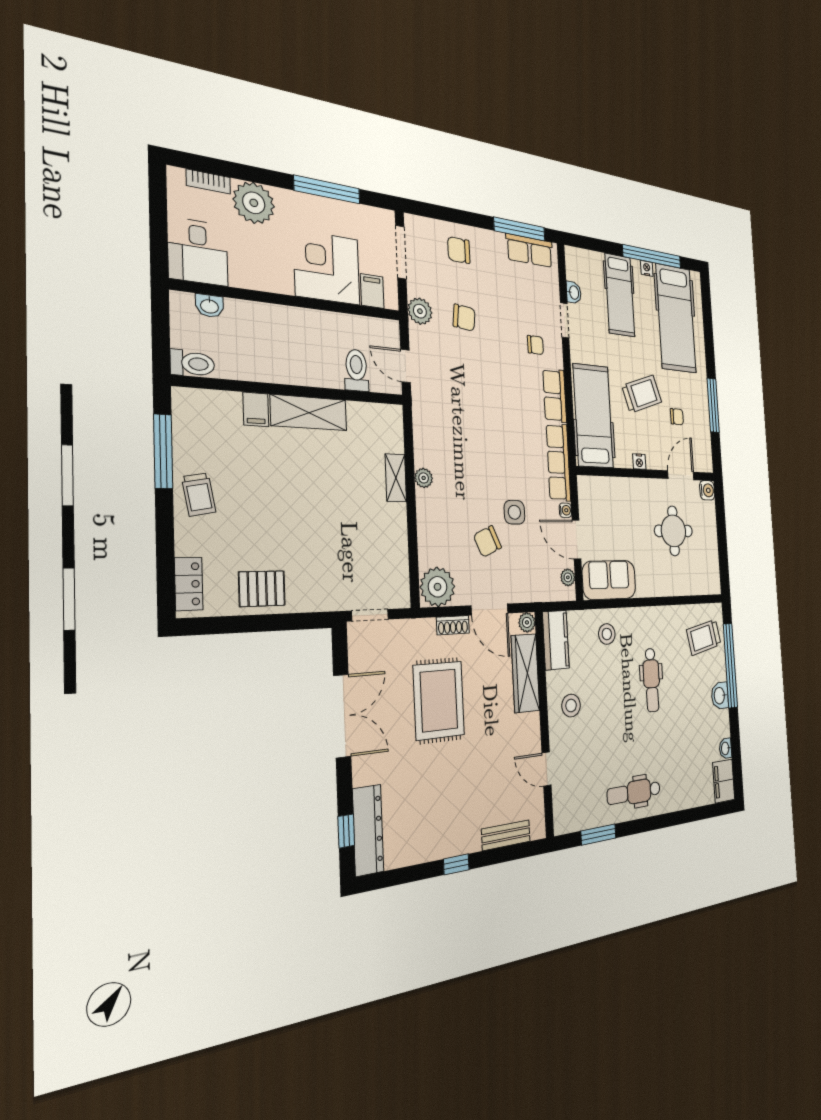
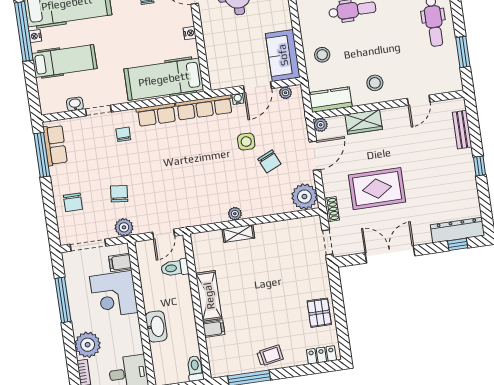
washbasin: (209, 306) -> (156, 327), moved, width x1.91, depth x1.45
trolley: (642, 394) -> (137, 34), removed
shoe rack: (453, 625) -> (332, 209), moved
wardrobe: (525, 673) -> (364, 122), width x0.67

